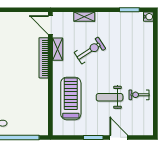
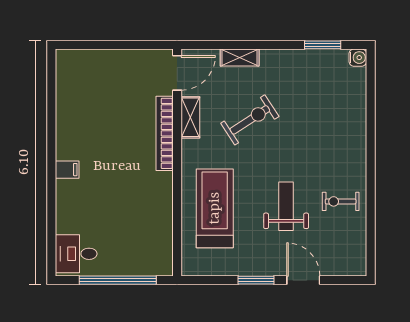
door: (50, 25) -> (177, 73), swing flipped
weight bench: (110, 97) -> (286, 206), turned 90

